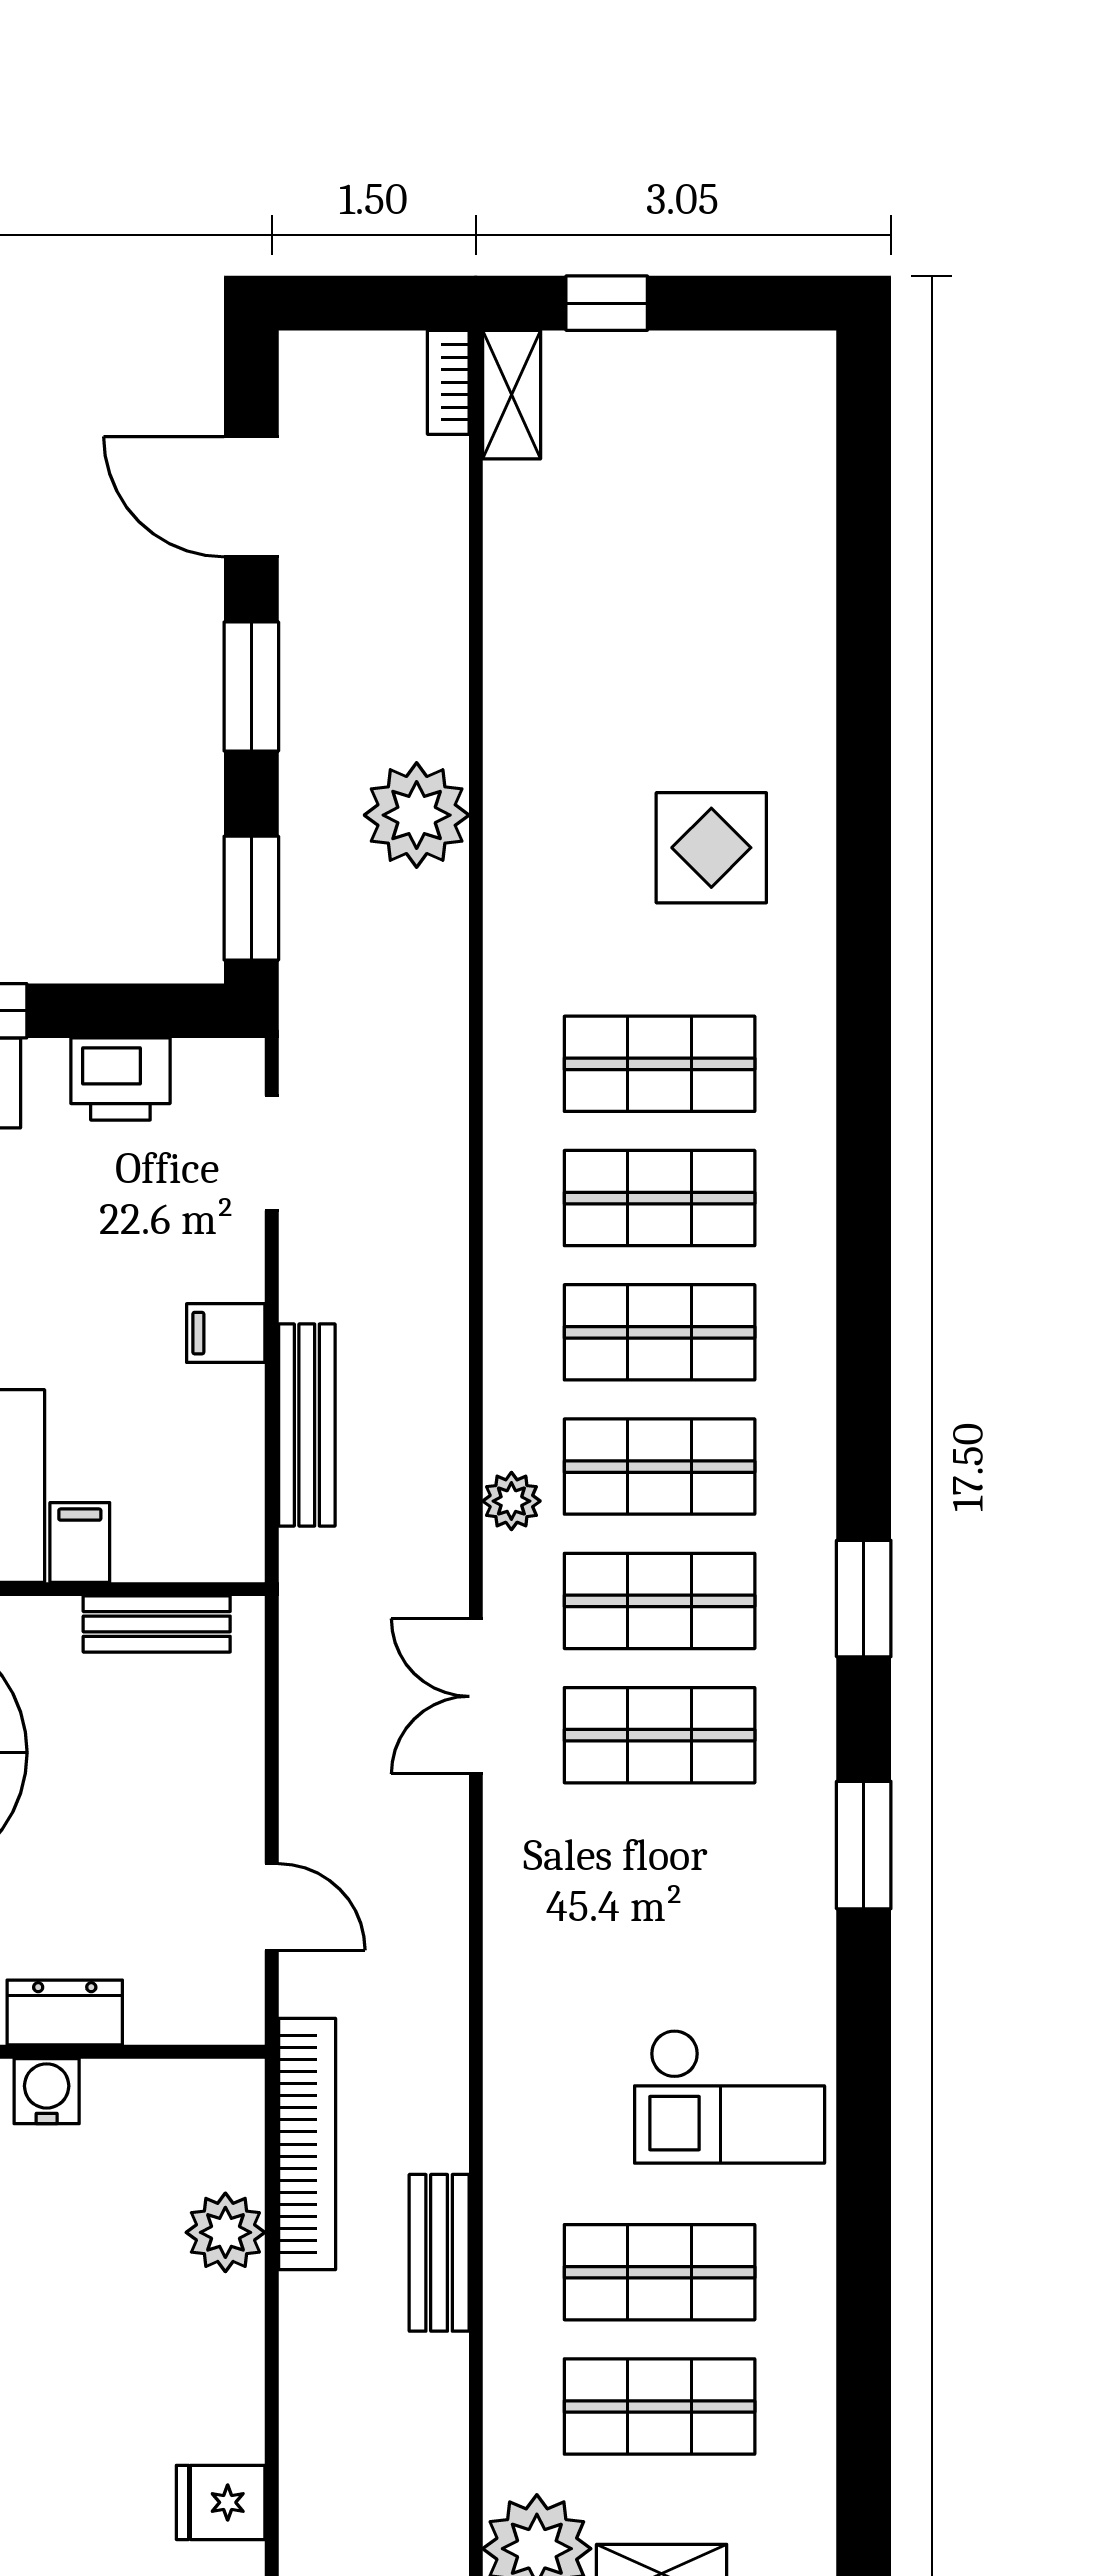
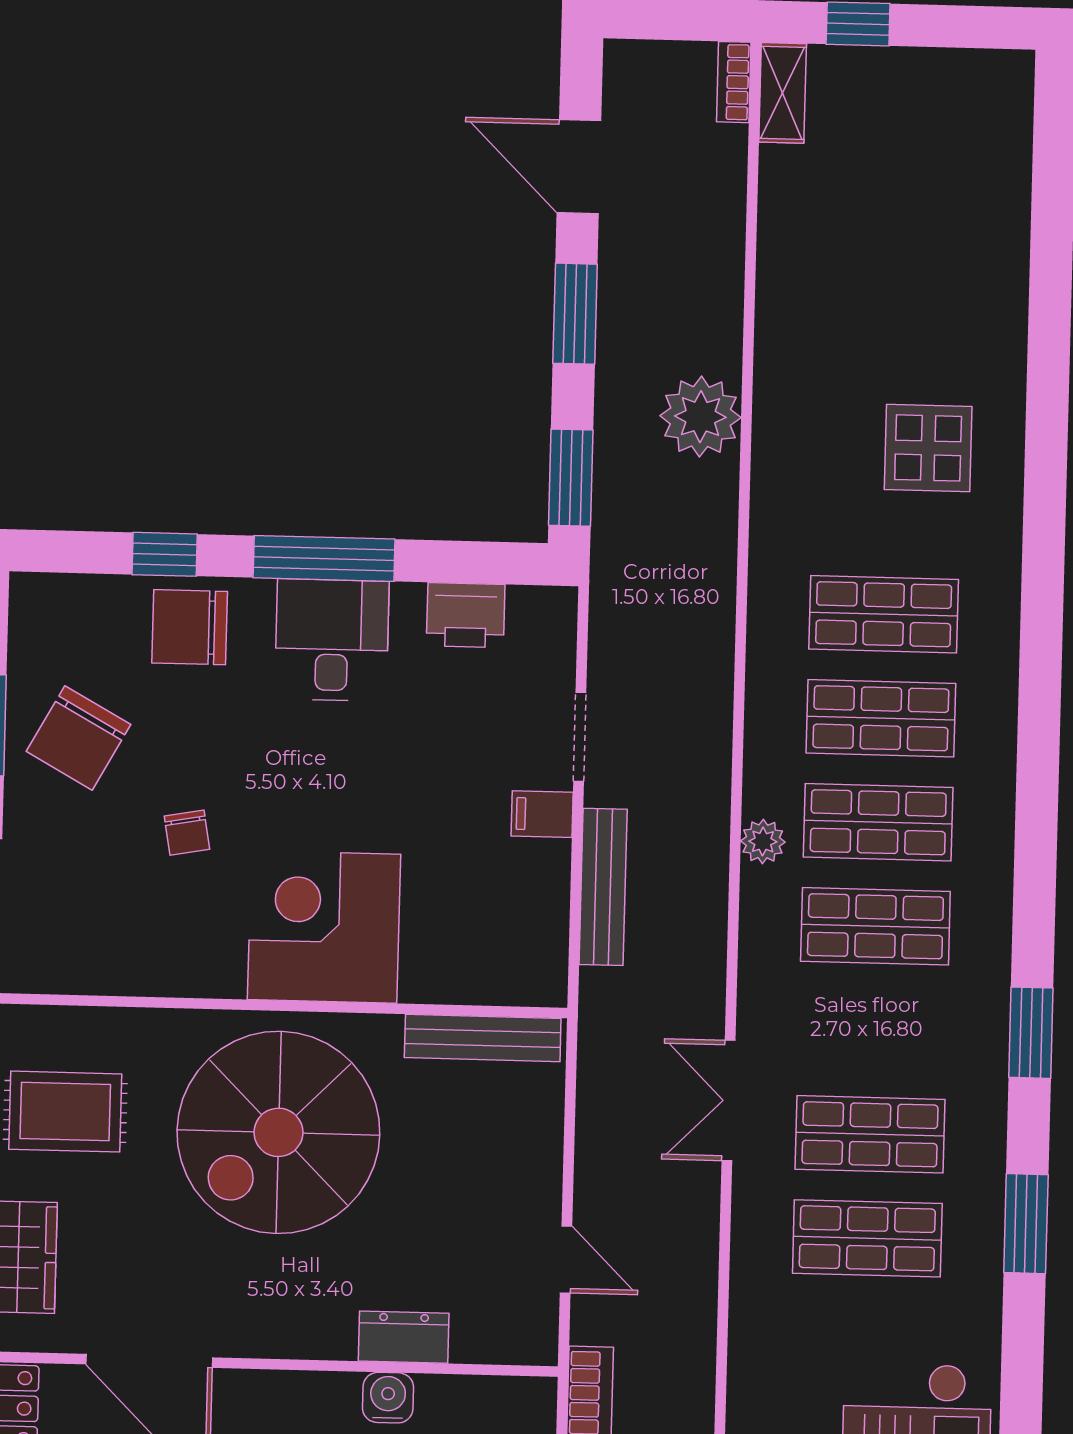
doorway: (272, 1153) -> (580, 737), moved
plant: (511, 1501) -> (763, 841), moved
filing cabinet: (80, 1542) -> (425, 973), removed
shop shelf: (660, 1601) -> (867, 1238), moved
bench: (157, 1624) -> (483, 1038), width x1.36

